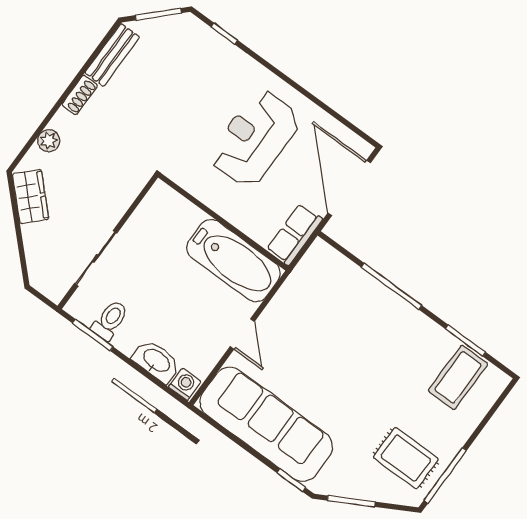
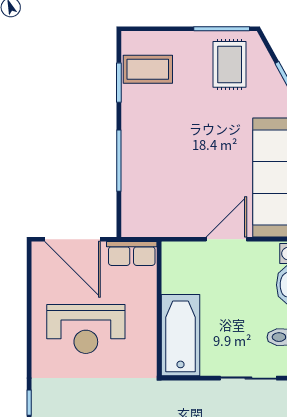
door: (349, 188) -> (73, 239), hinge flipped
bathtub: (233, 261) -> (181, 335), moved
door: (242, 334) -> (226, 239), width x1.38

